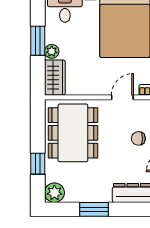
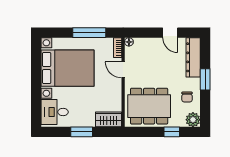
plant: (52, 51) -> (89, 122), removed
chair: (138, 138) -> (187, 97), moved
window: (94, 209) -> (205, 79), moved

